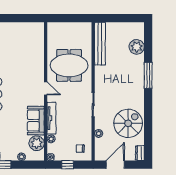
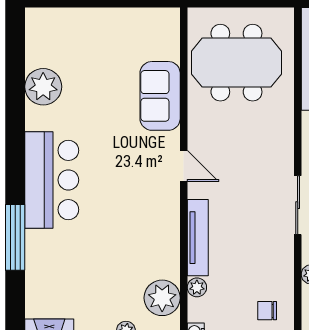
meeting table: (69, 65) -> (236, 63), moved
sofa: (36, 121) -> (160, 96), moved

